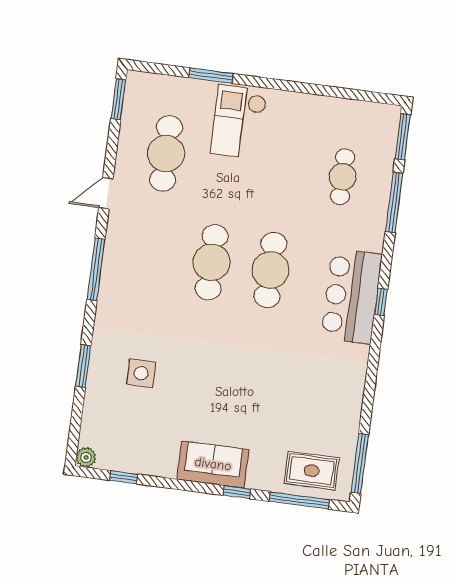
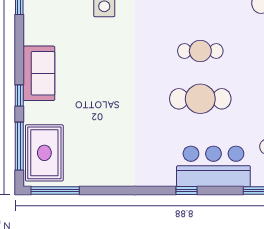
cafe table: (212, 262) -> (200, 51), width x0.73, depth x0.74
bar counter: (351, 296) -> (213, 166), moved
rug: (312, 471) -> (44, 153), width x1.36, depth x1.43

